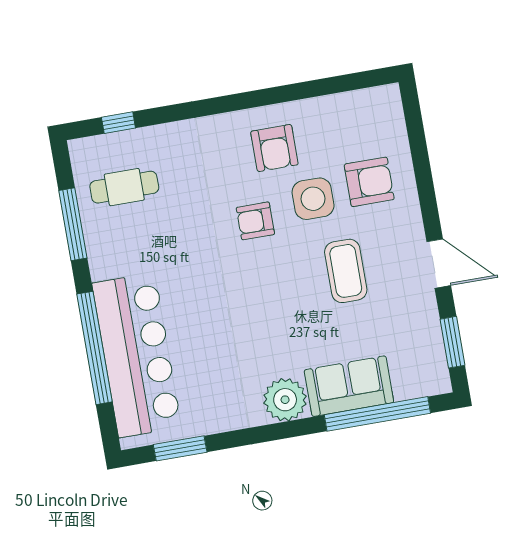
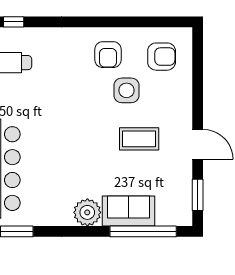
armchair: (369, 182) -> (162, 57), moved
armchair: (255, 221) -> (88, 98), removed
coffee table: (346, 271) -> (139, 139), turned 90

